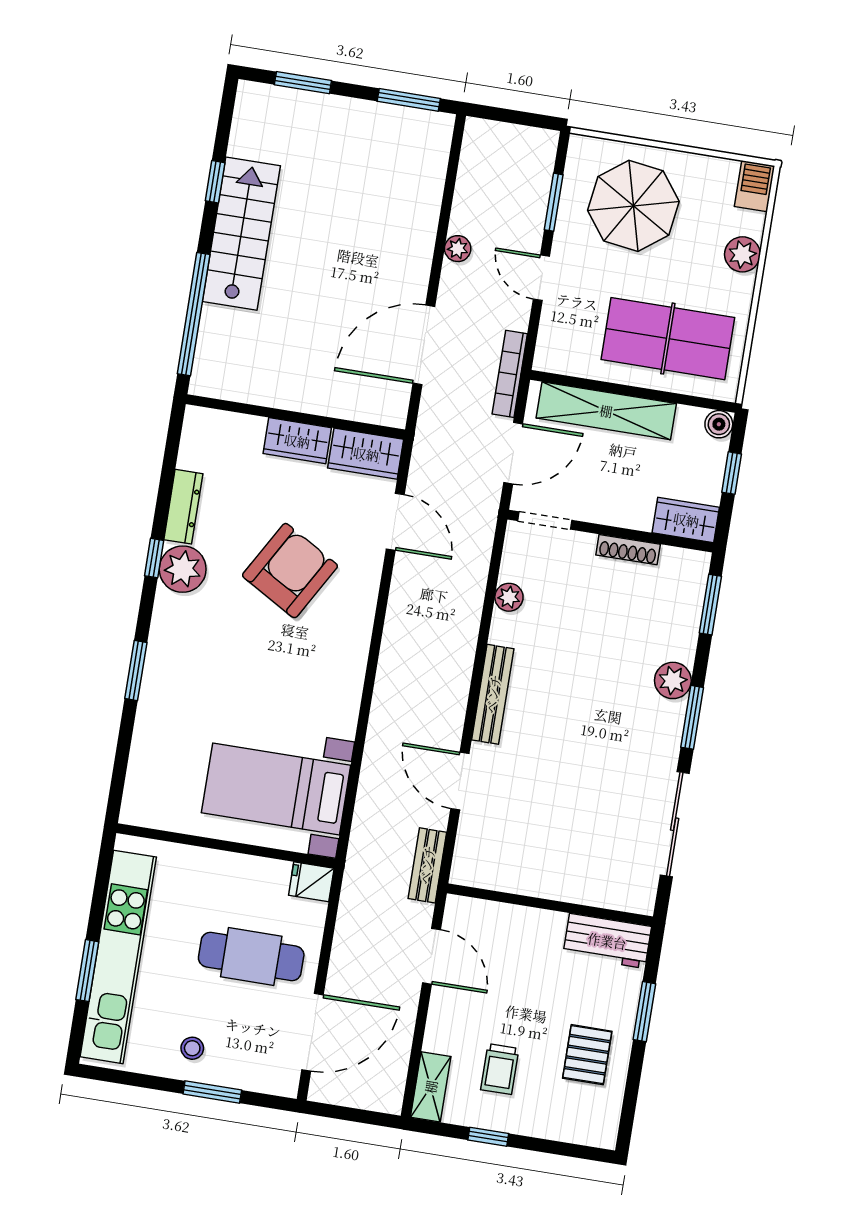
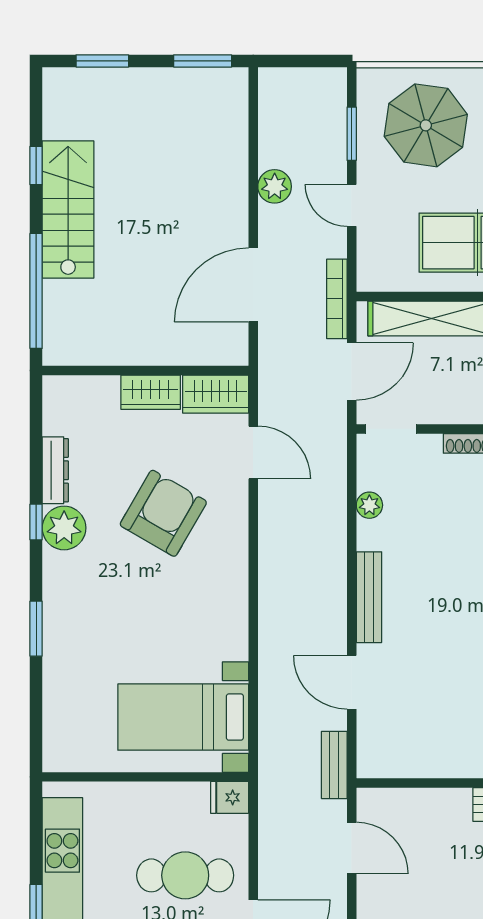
plant: (458, 249) -> (275, 186), width x1.38, depth x1.38

